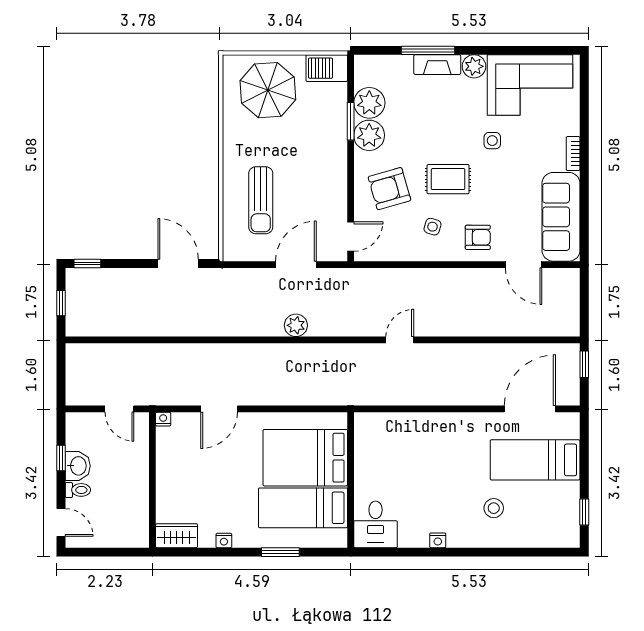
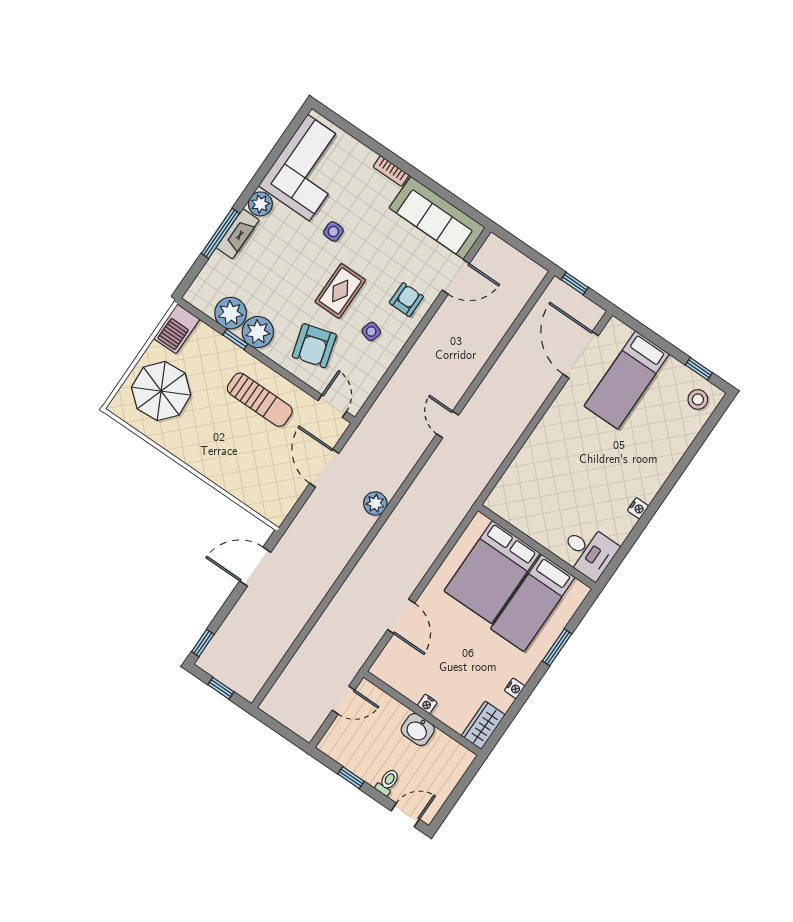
window: (351, 121) -> (235, 339), width x0.67
sun lounger: (261, 200) -> (260, 400), moved
nightstand: (163, 419) -> (427, 704), moved, turned -90
washbasin: (78, 466) -> (418, 730), moved, turned 180
stool: (494, 508) -> (698, 399), moved

